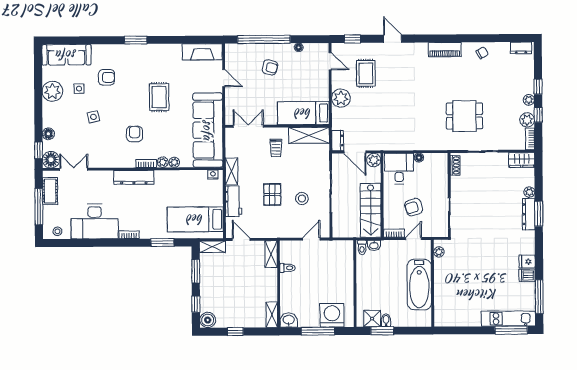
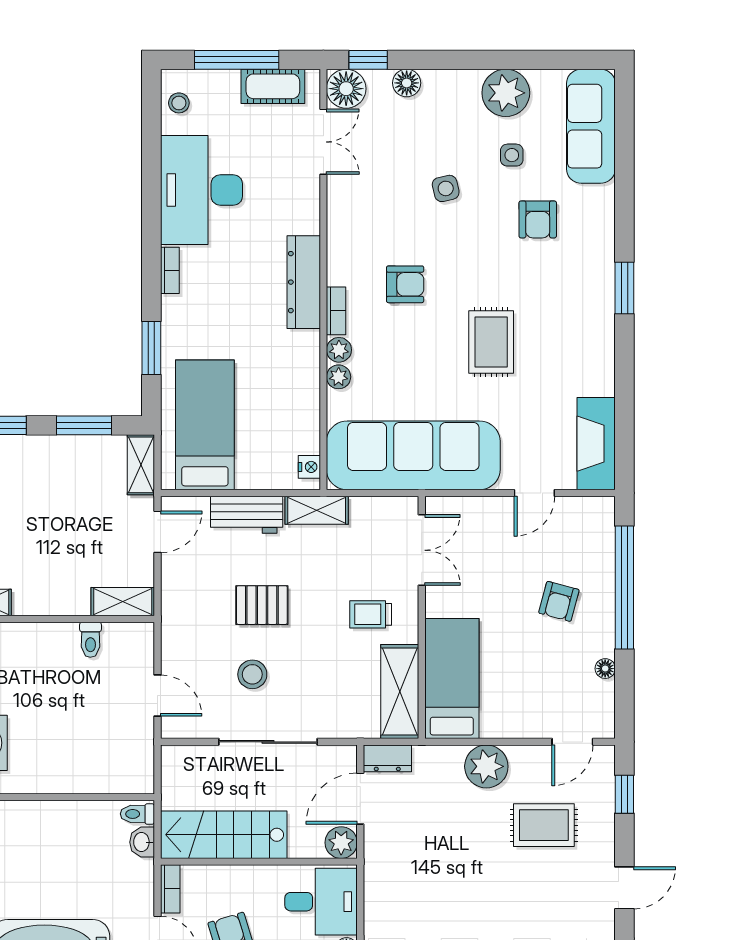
rug: (159, 97) -> (491, 342), turned 90

